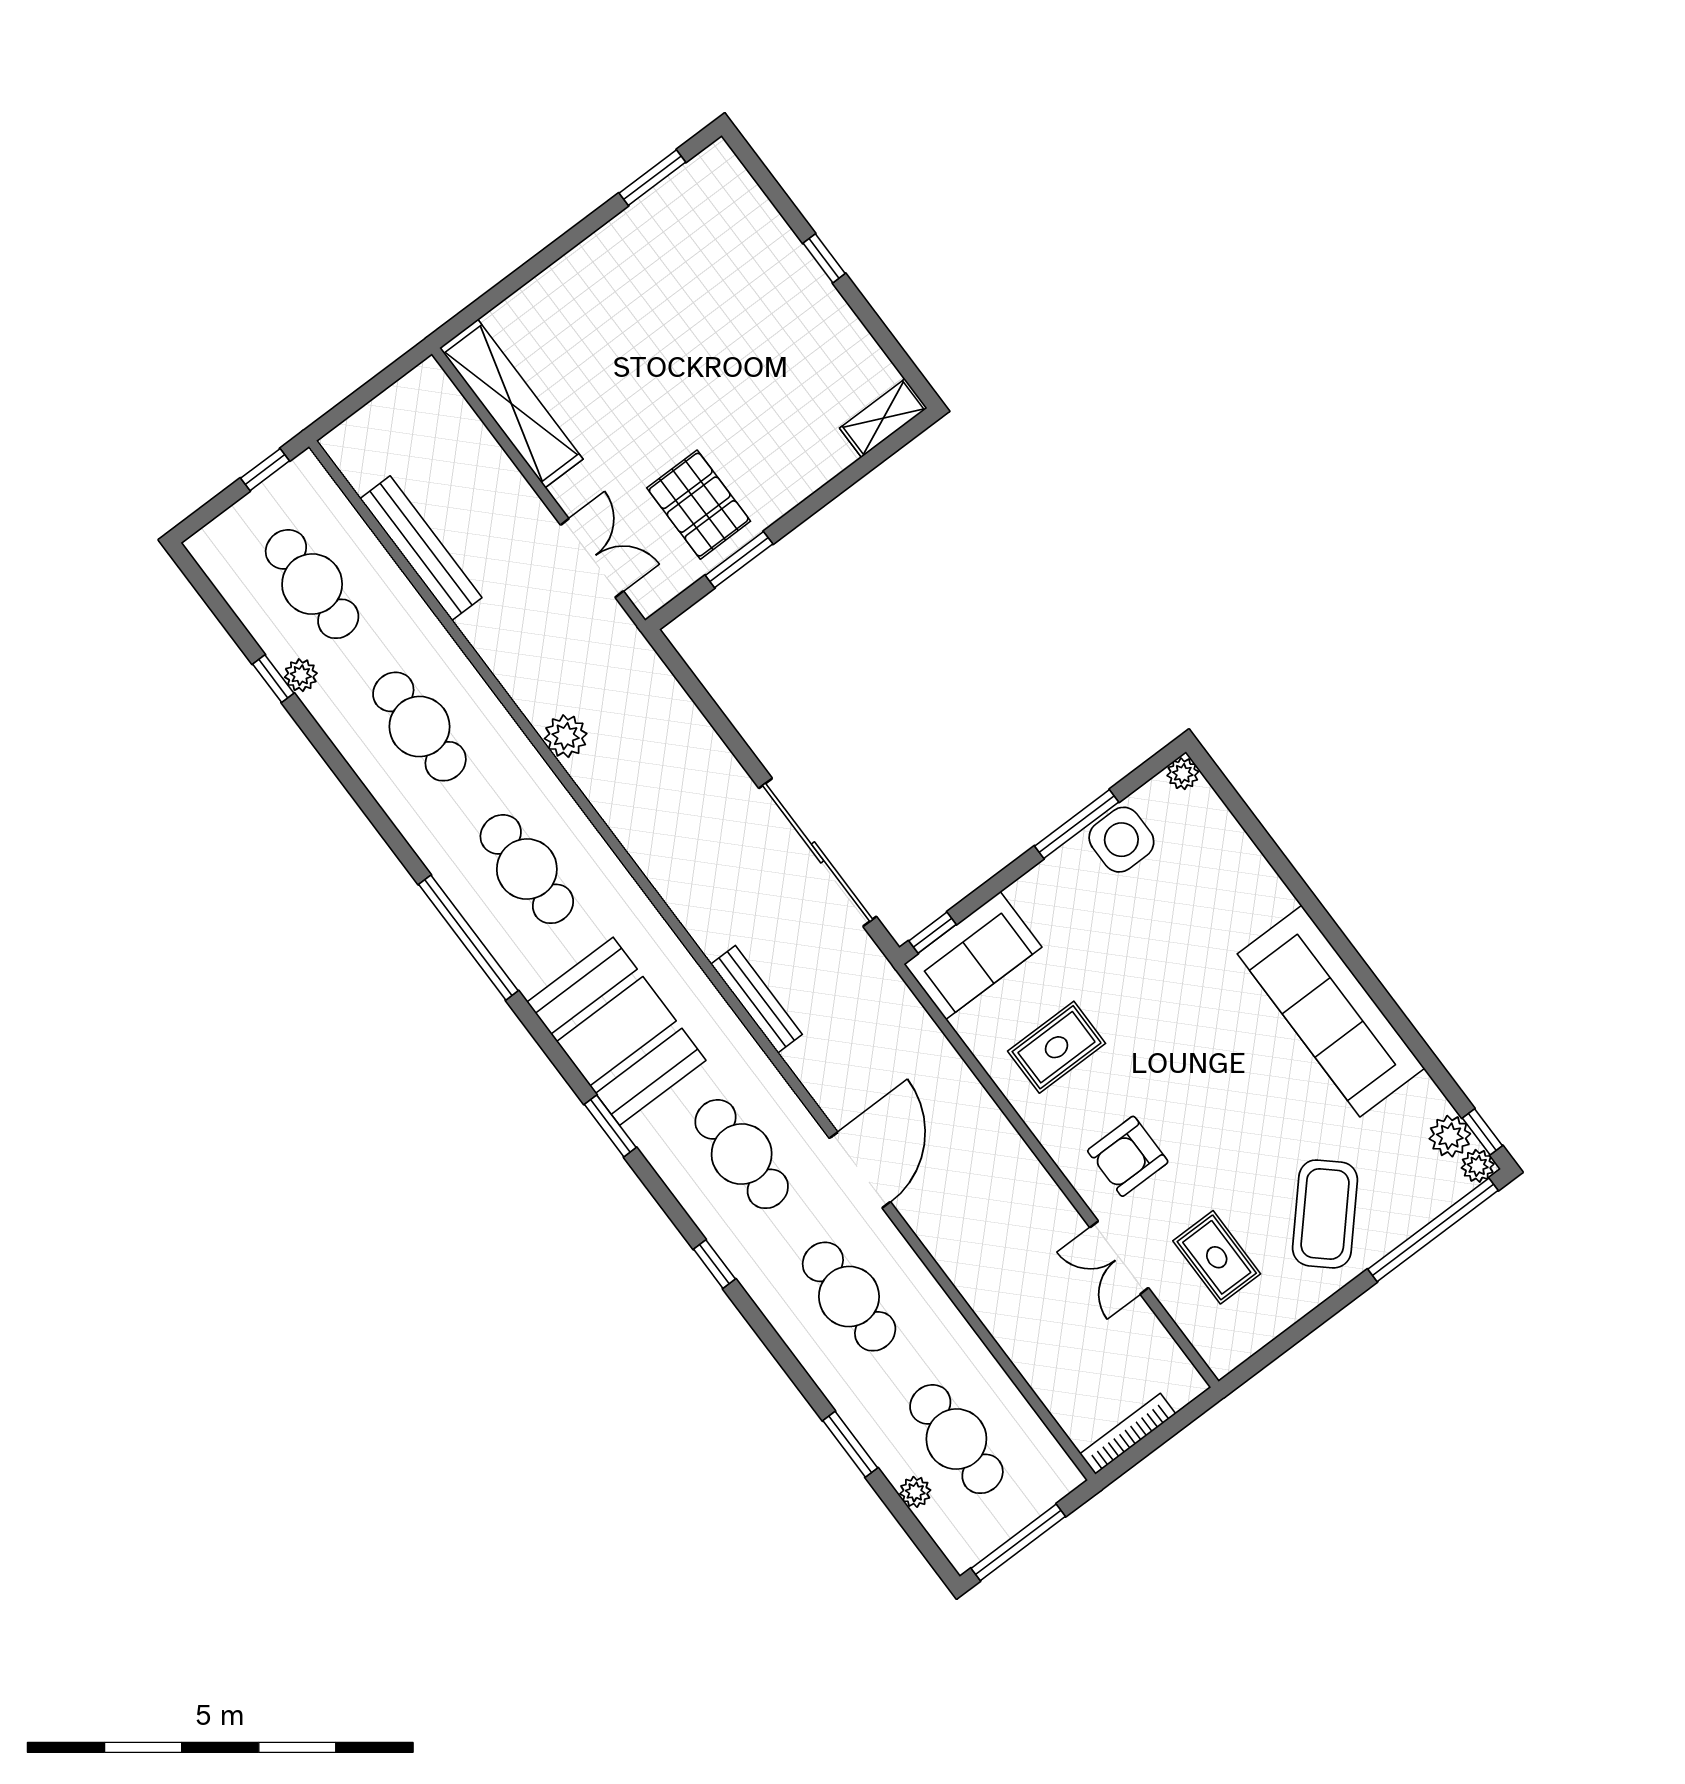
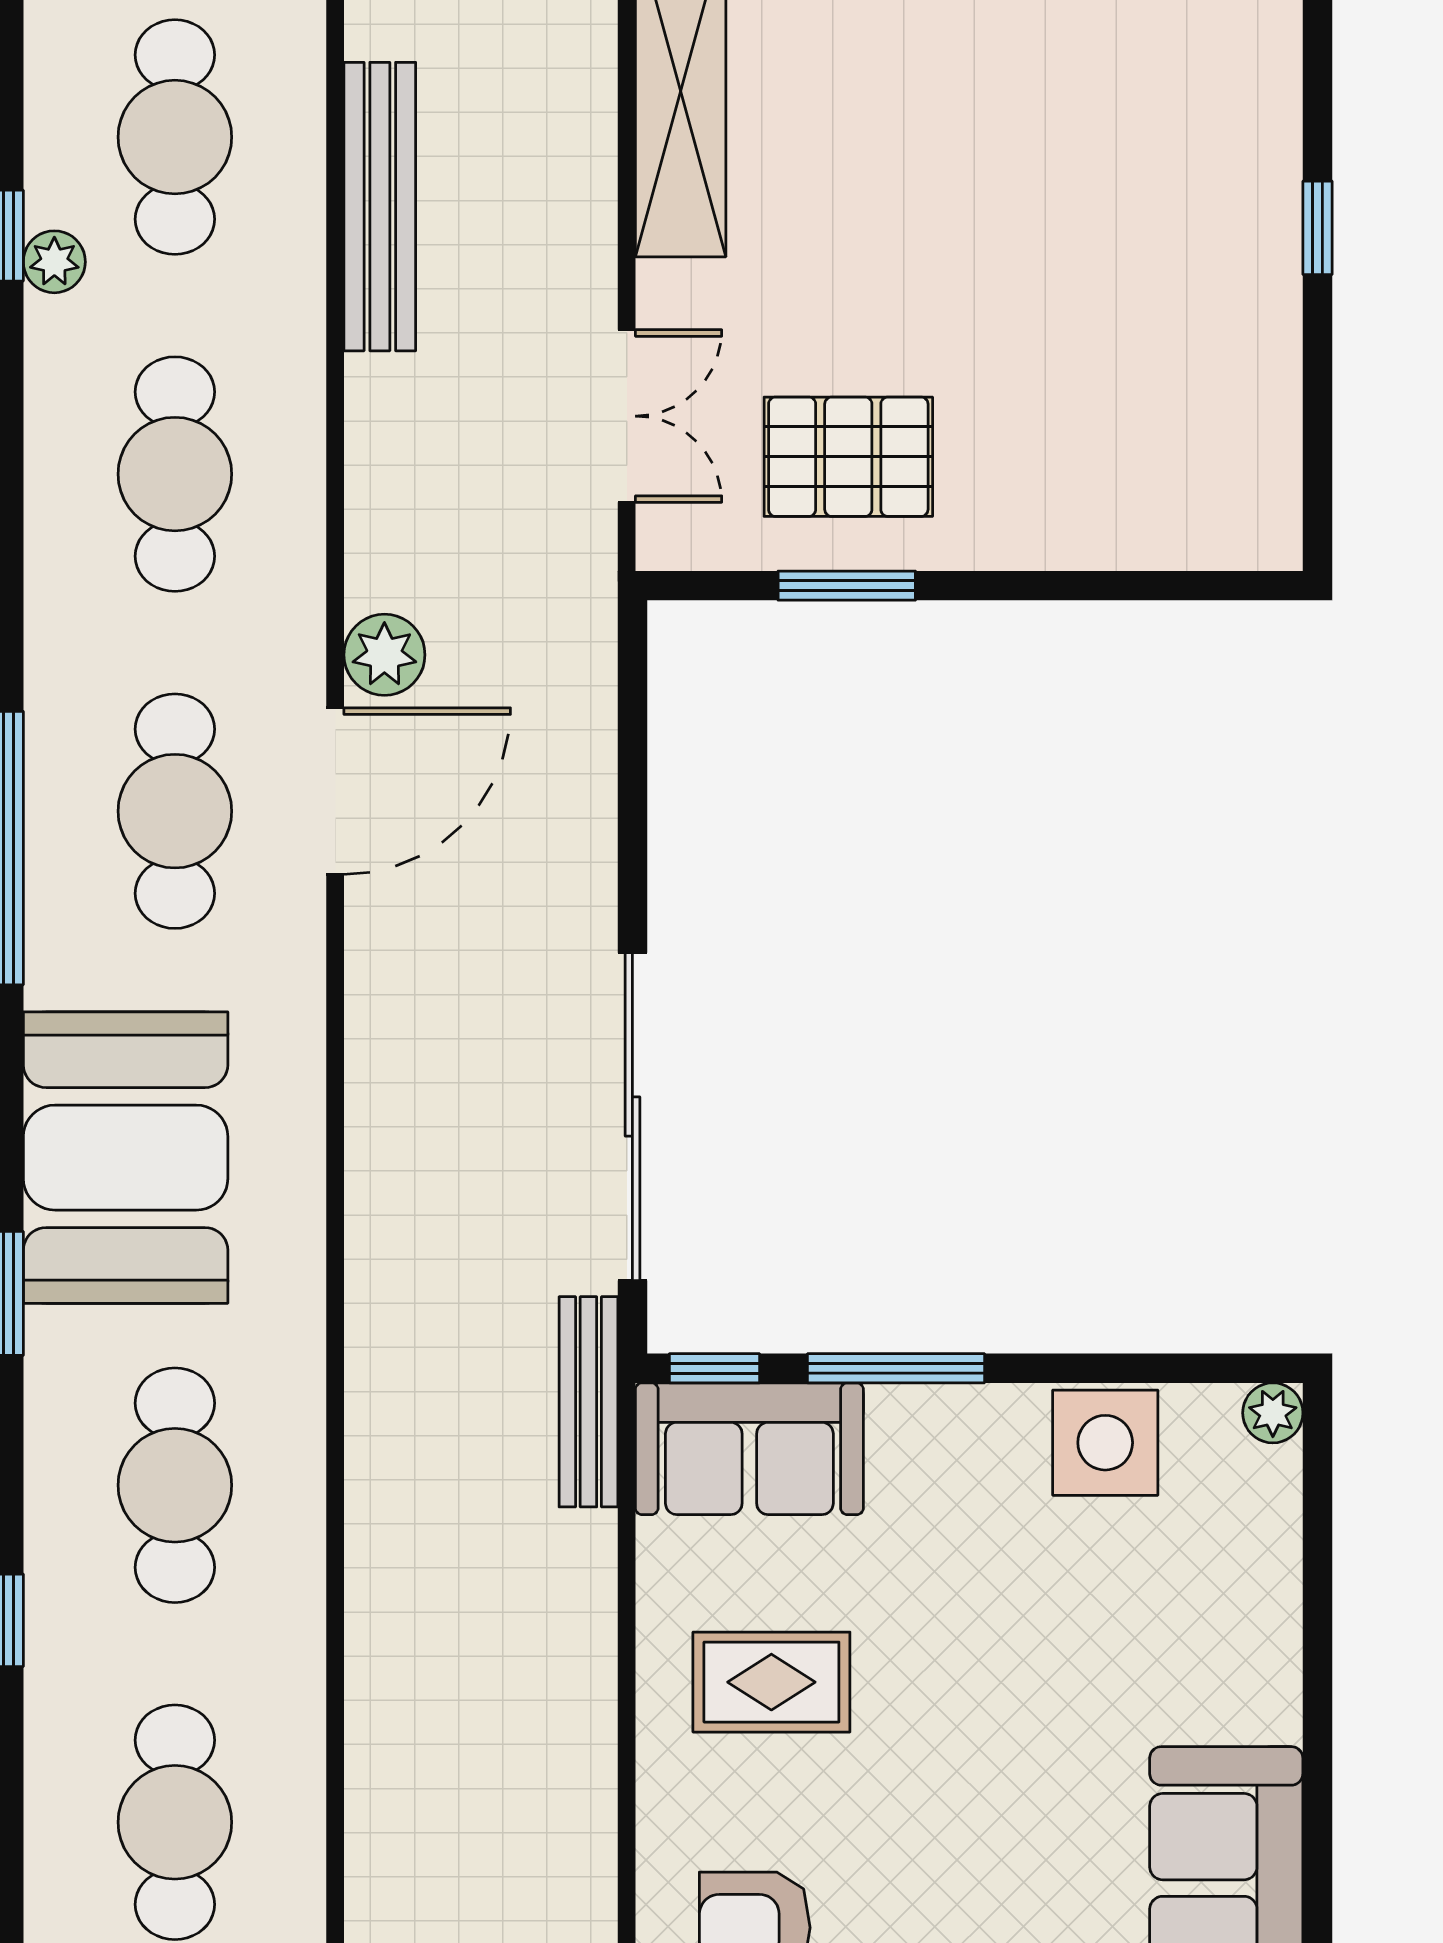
shelving: (883, 418) -> (1225, 536), removed
pallet: (699, 505) -> (848, 457), turned 90
window: (1077, 824) -> (896, 1368), moved
bench: (757, 999) -> (588, 1402), moved
door: (860, 1170) -> (335, 791), moved

